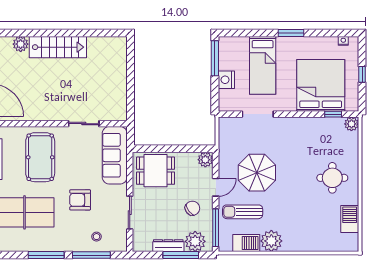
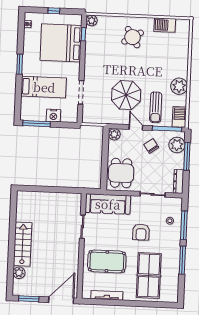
round table: (332, 178) -> (133, 37), turned -31
barbecue: (246, 243) -> (179, 117), moved
dresser: (168, 246) -> (179, 181), moved

